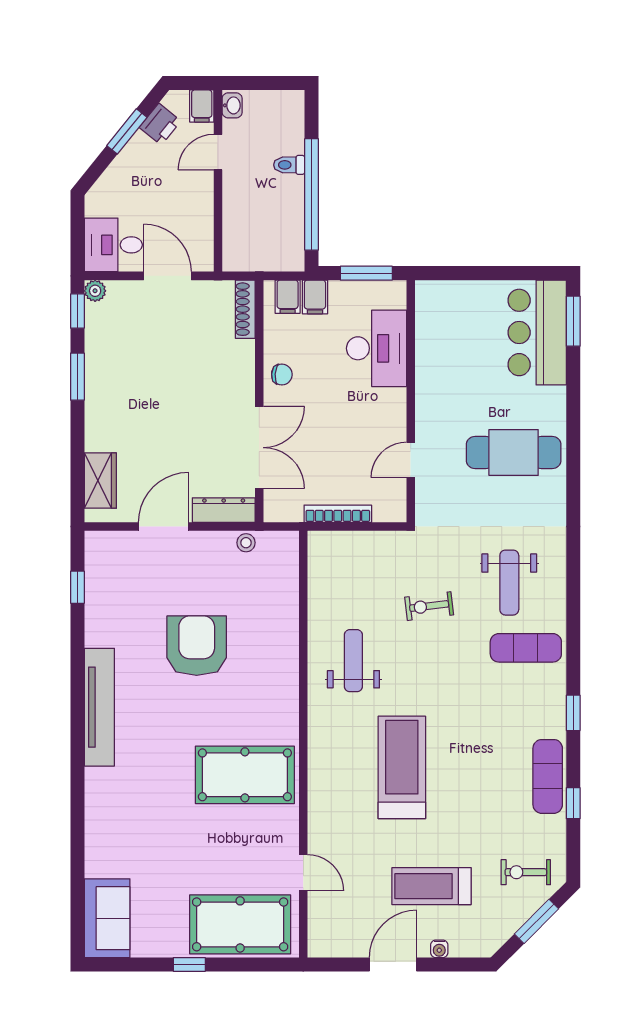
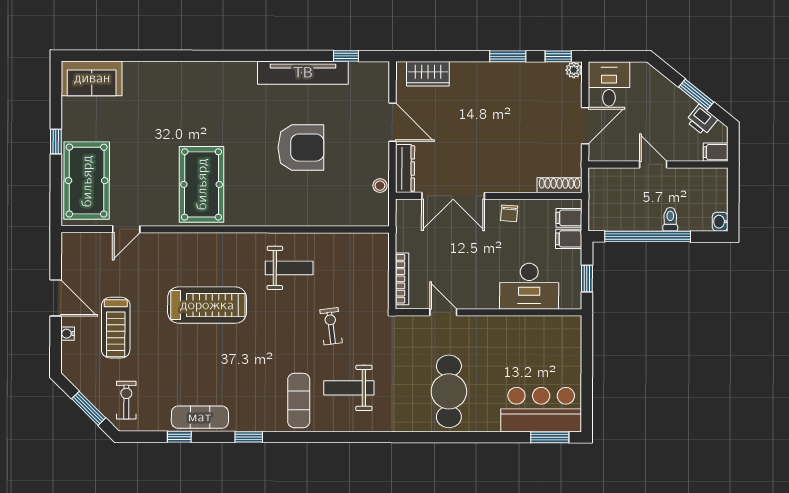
washbasin: (232, 105) -> (720, 222), moved, turned 90
door: (218, 152) -> (653, 164), moved
window: (366, 273) -> (587, 278), width x0.67
bookcase: (338, 514) -> (402, 279), moved
tv unit: (99, 707) -> (303, 73), moved
treadmill: (431, 886) -> (116, 328), turned 180

